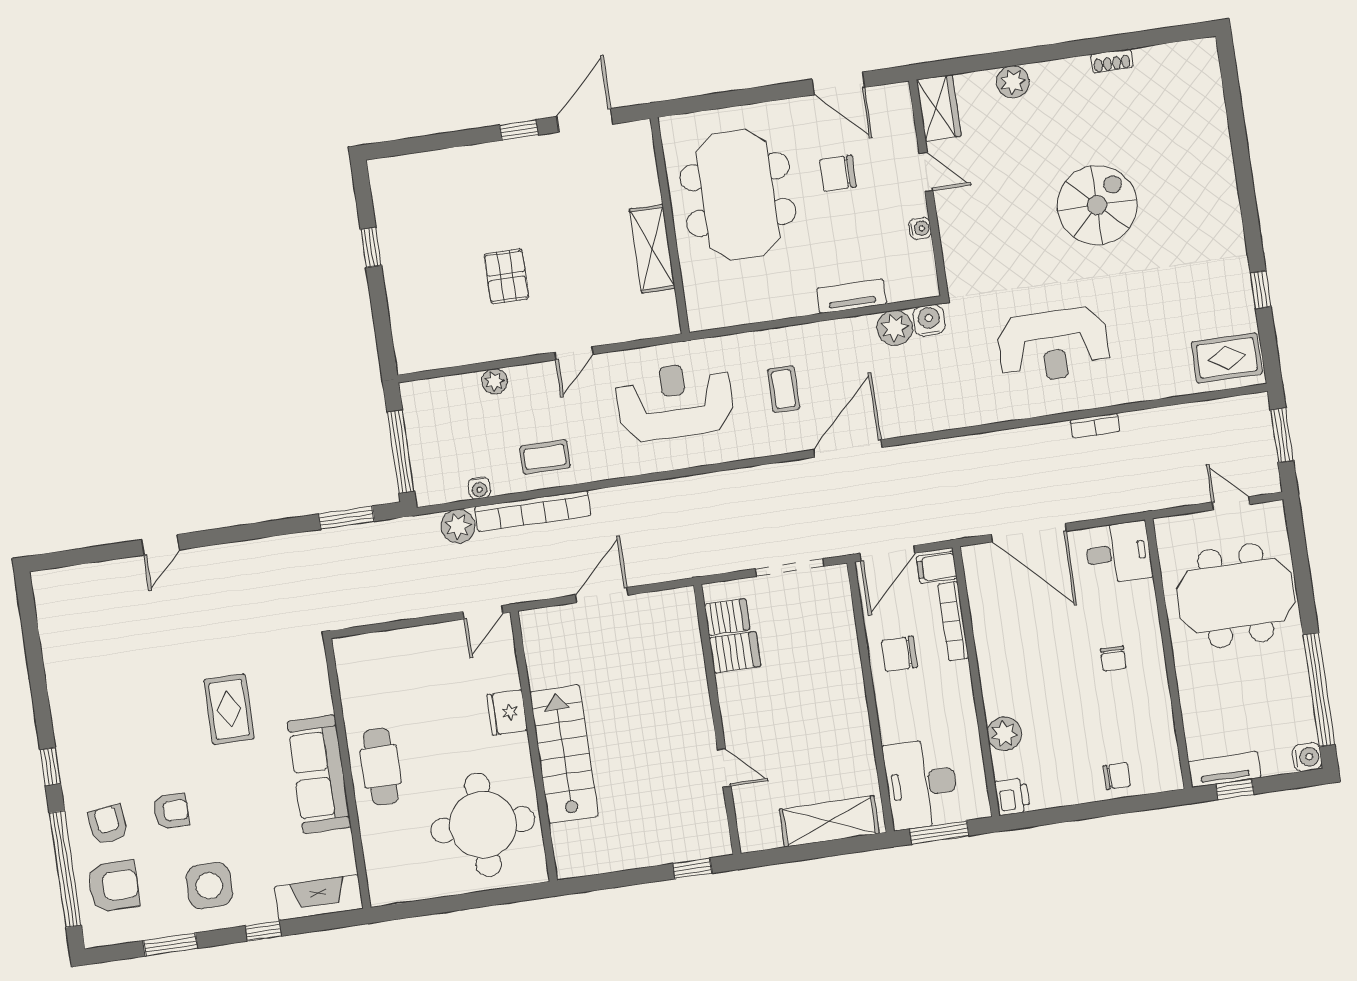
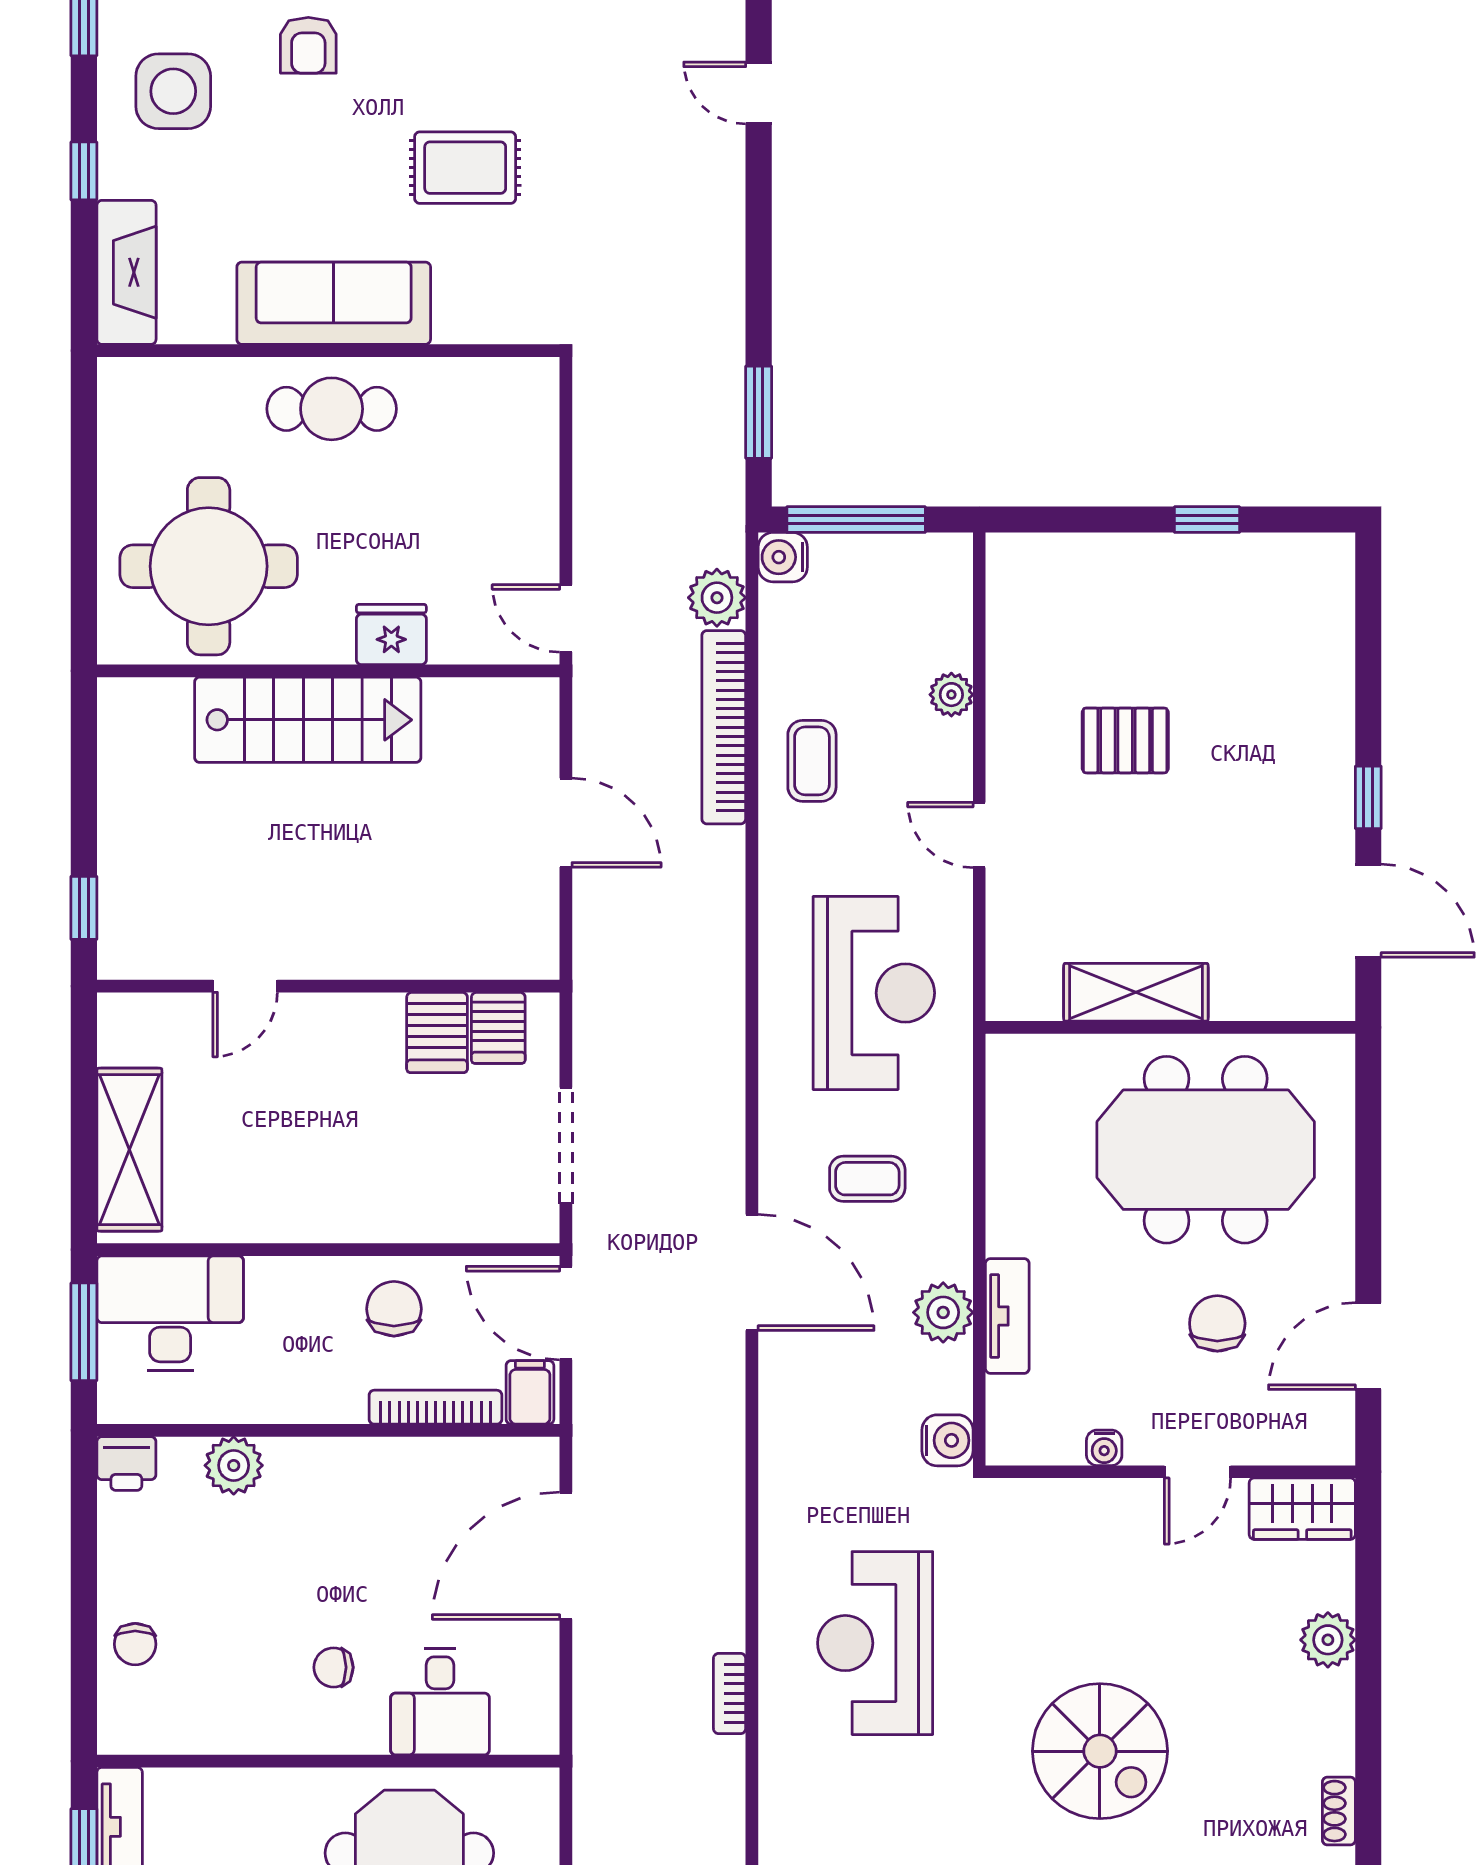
plant: (895, 328) -> (943, 1312), moved
water cooler: (479, 488) -> (783, 557), moved, width x1.38, depth x1.38
desk: (1118, 553) -> (440, 1702), moved

